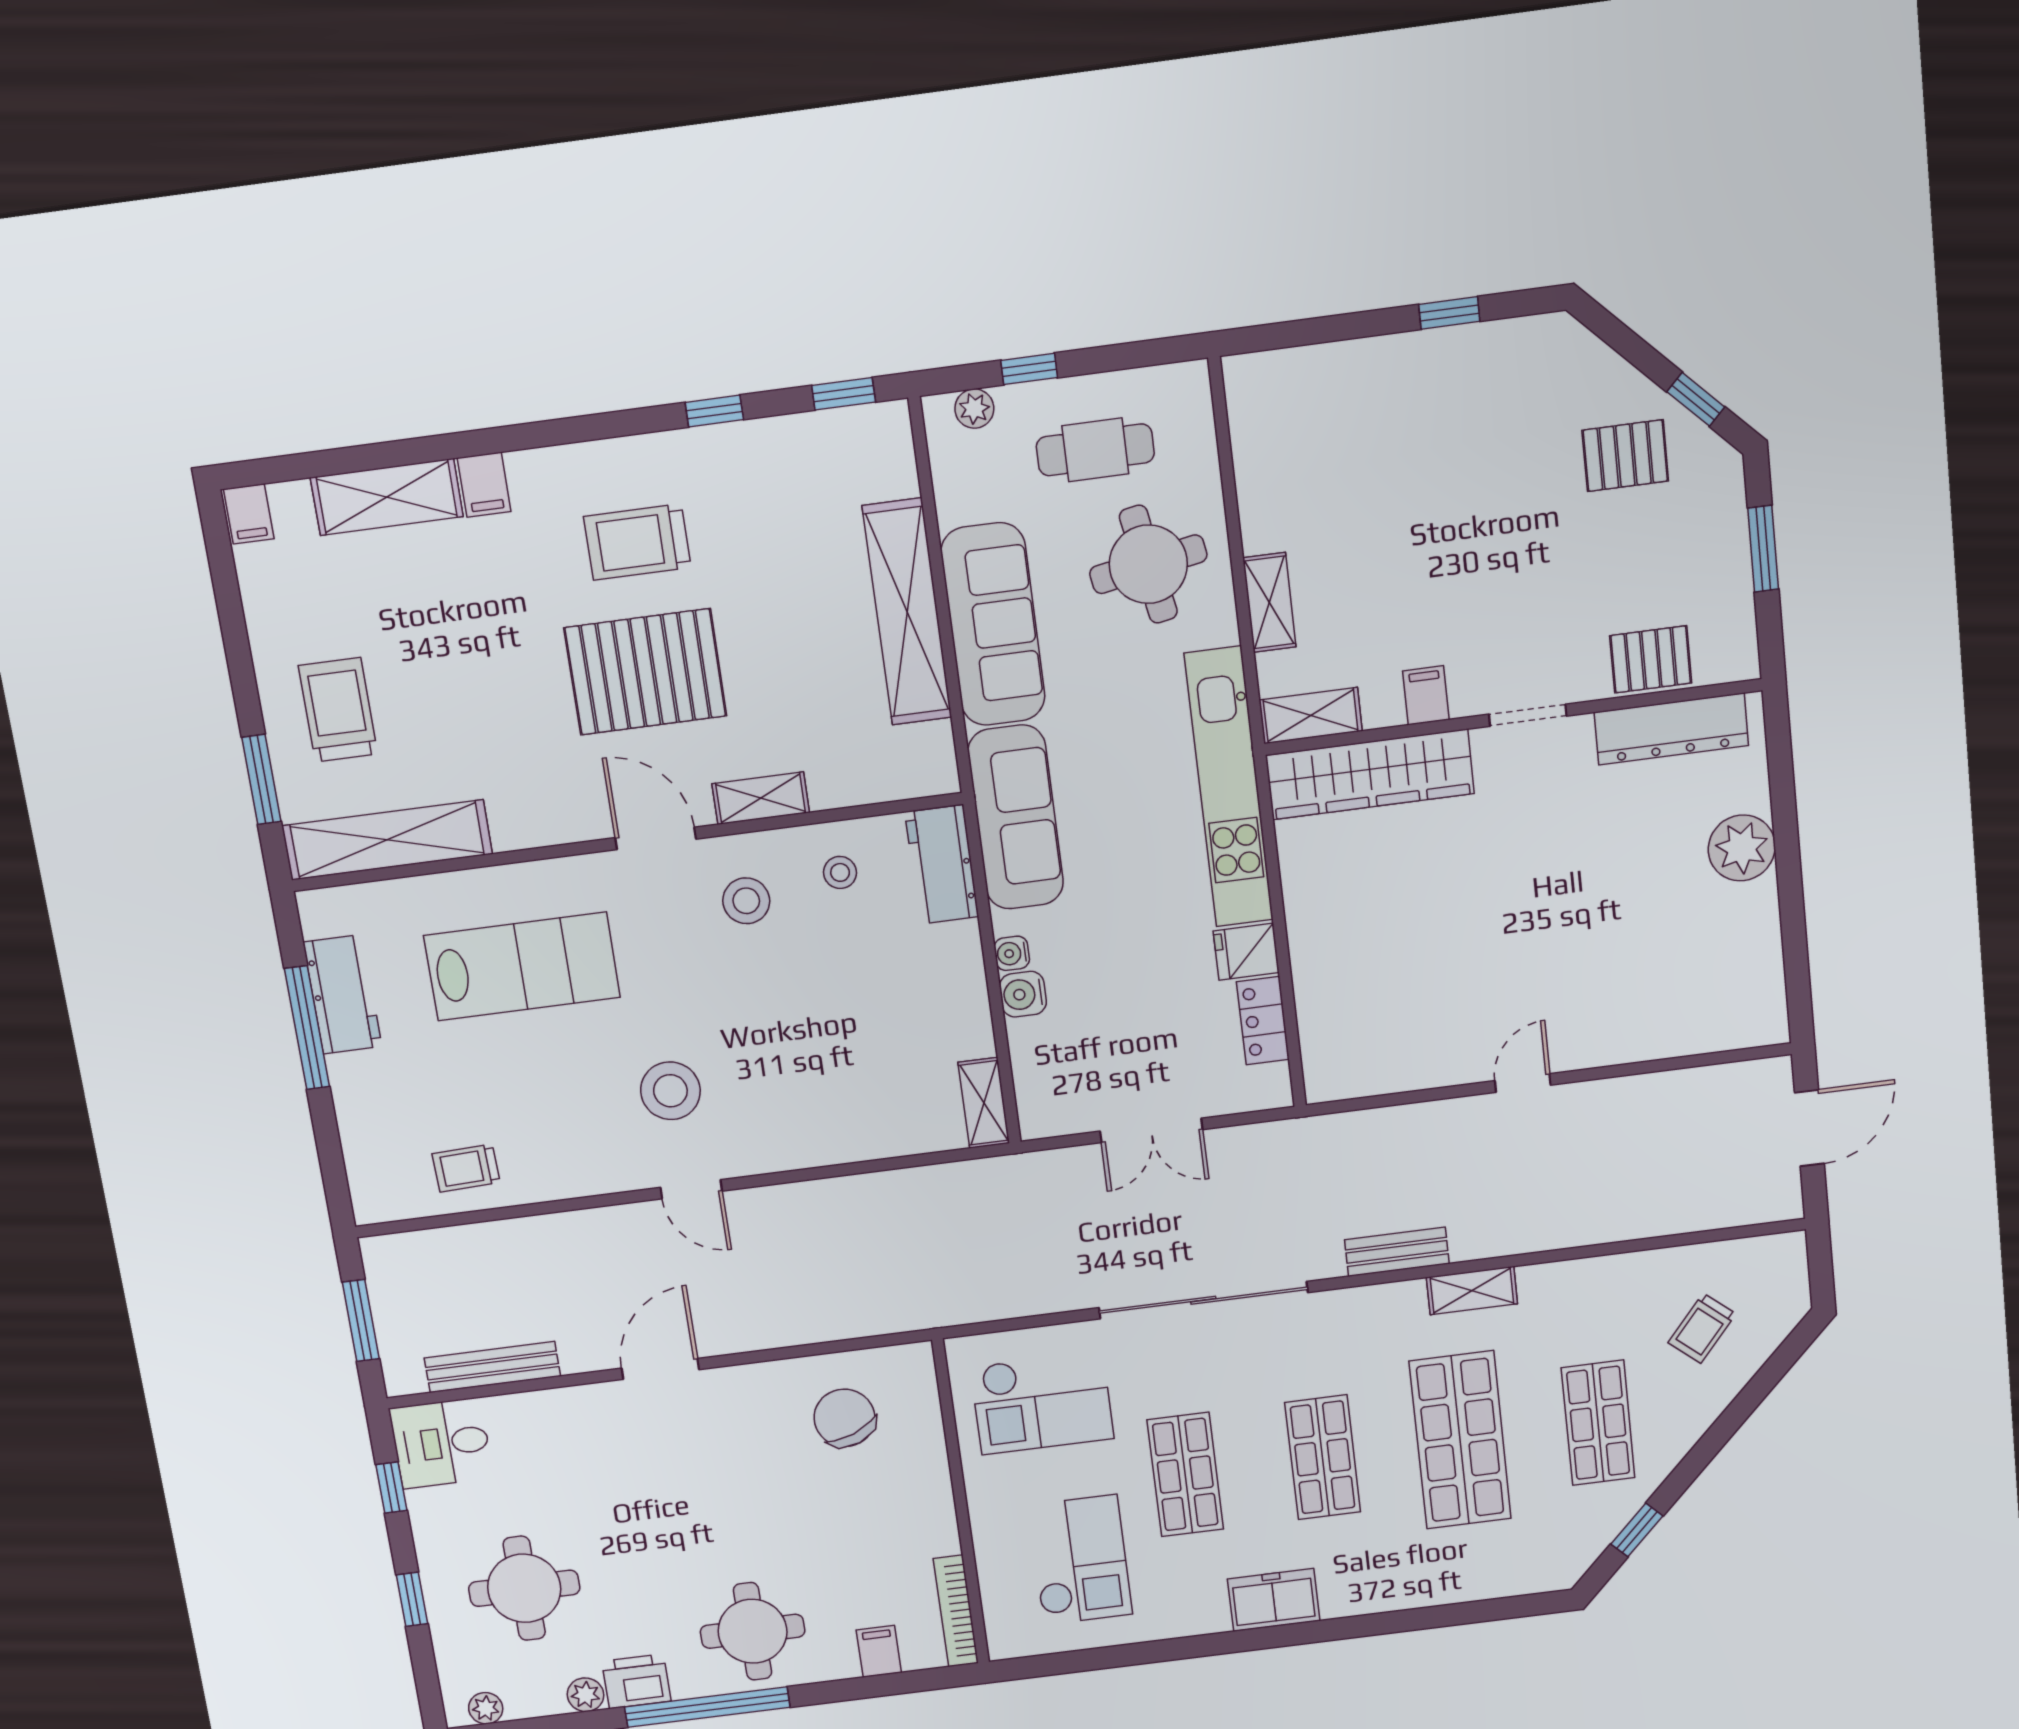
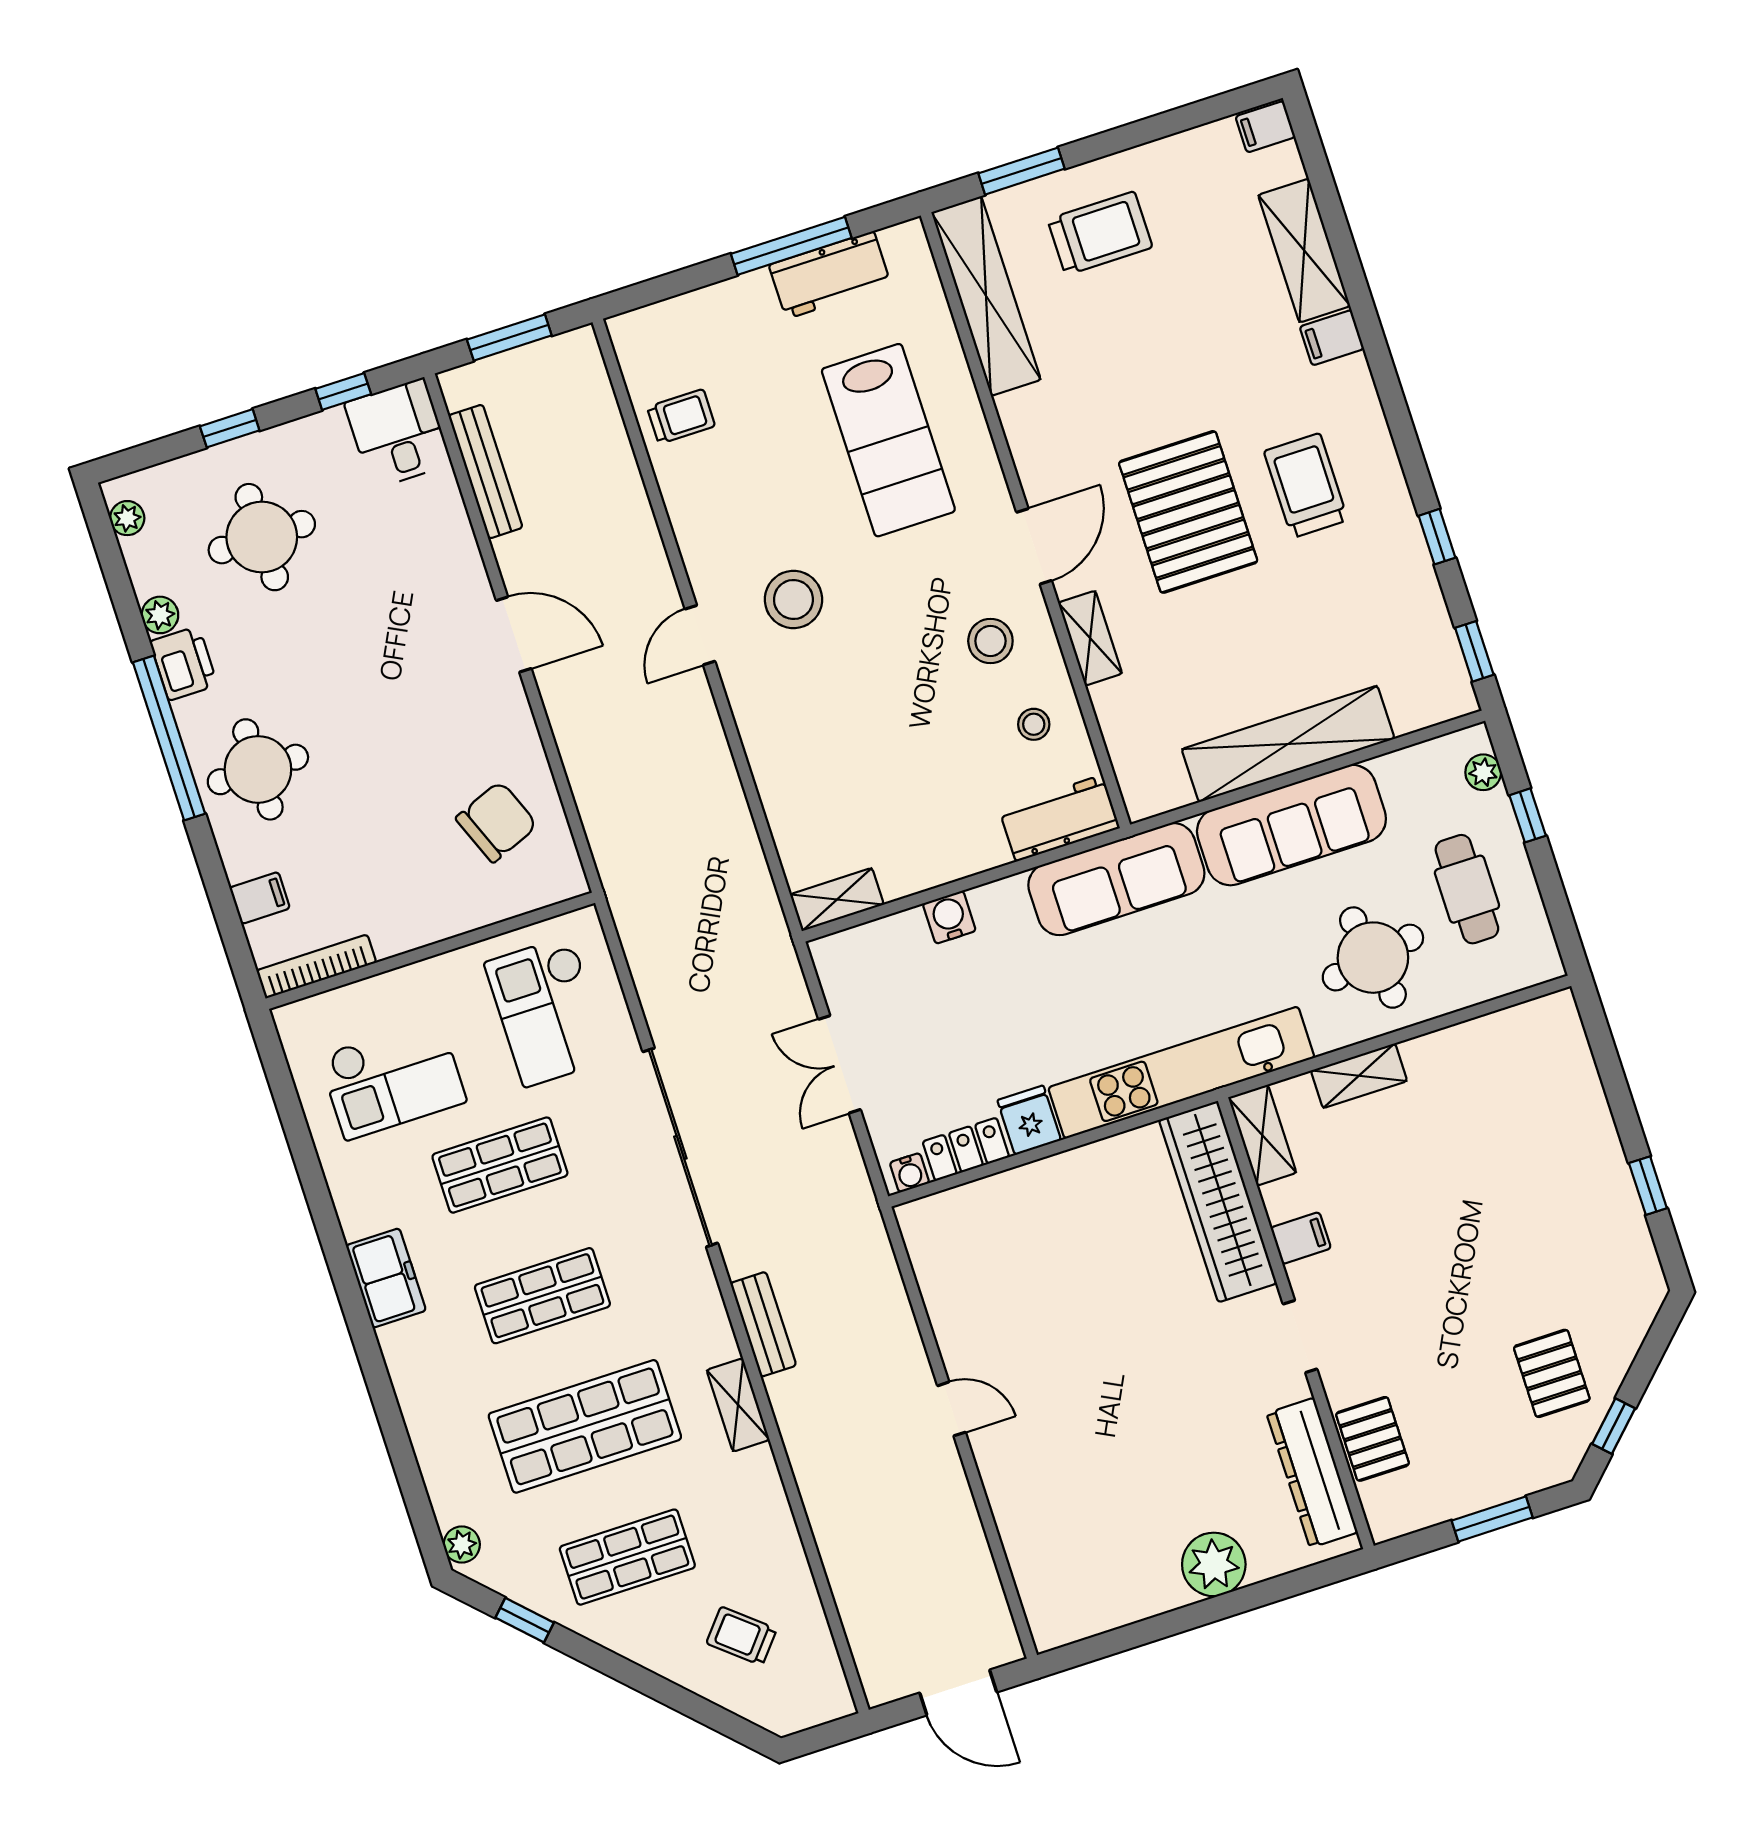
water cooler: (1012, 953) -> (910, 1173), moved, turned 180
trolley: (466, 1168) -> (681, 417), turned 92
plant: (1549, 1575) -> (462, 1544), added

